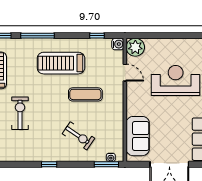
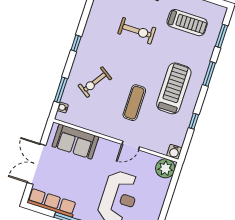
window: (37, 36) -> (209, 74), width x0.69
window: (97, 36) -> (194, 121), moved
door: (125, 73) -> (131, 146), moved
window: (106, 164) -> (61, 90), moved

